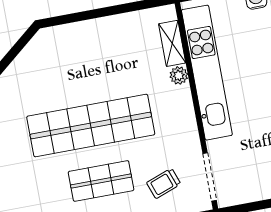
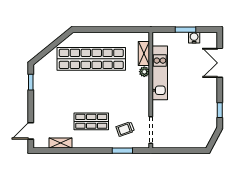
kitchen unit: (207, 73) -> (160, 73), width x0.73
shop shelf: (91, 126) -> (91, 59), moved

